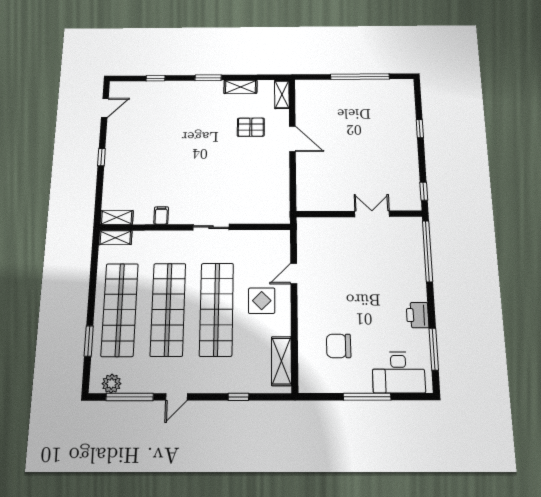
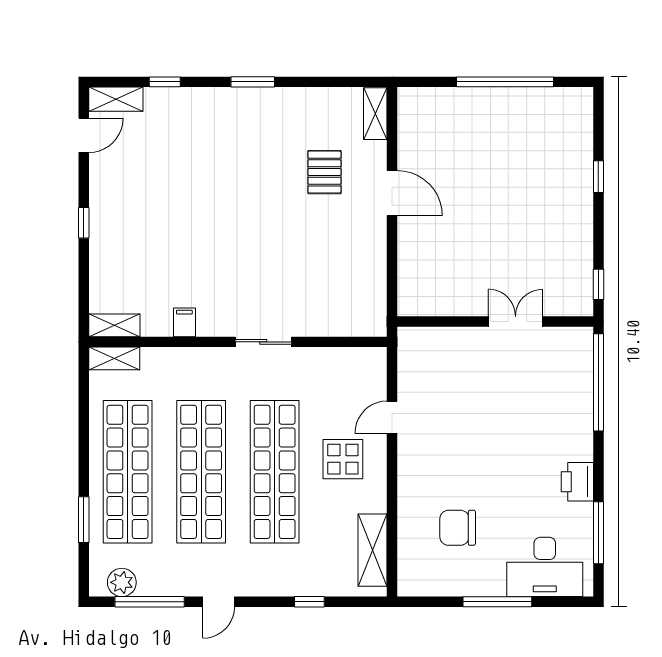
shelving: (240, 87) -> (116, 99), moved
pallet: (251, 127) -> (324, 172), turned 90

